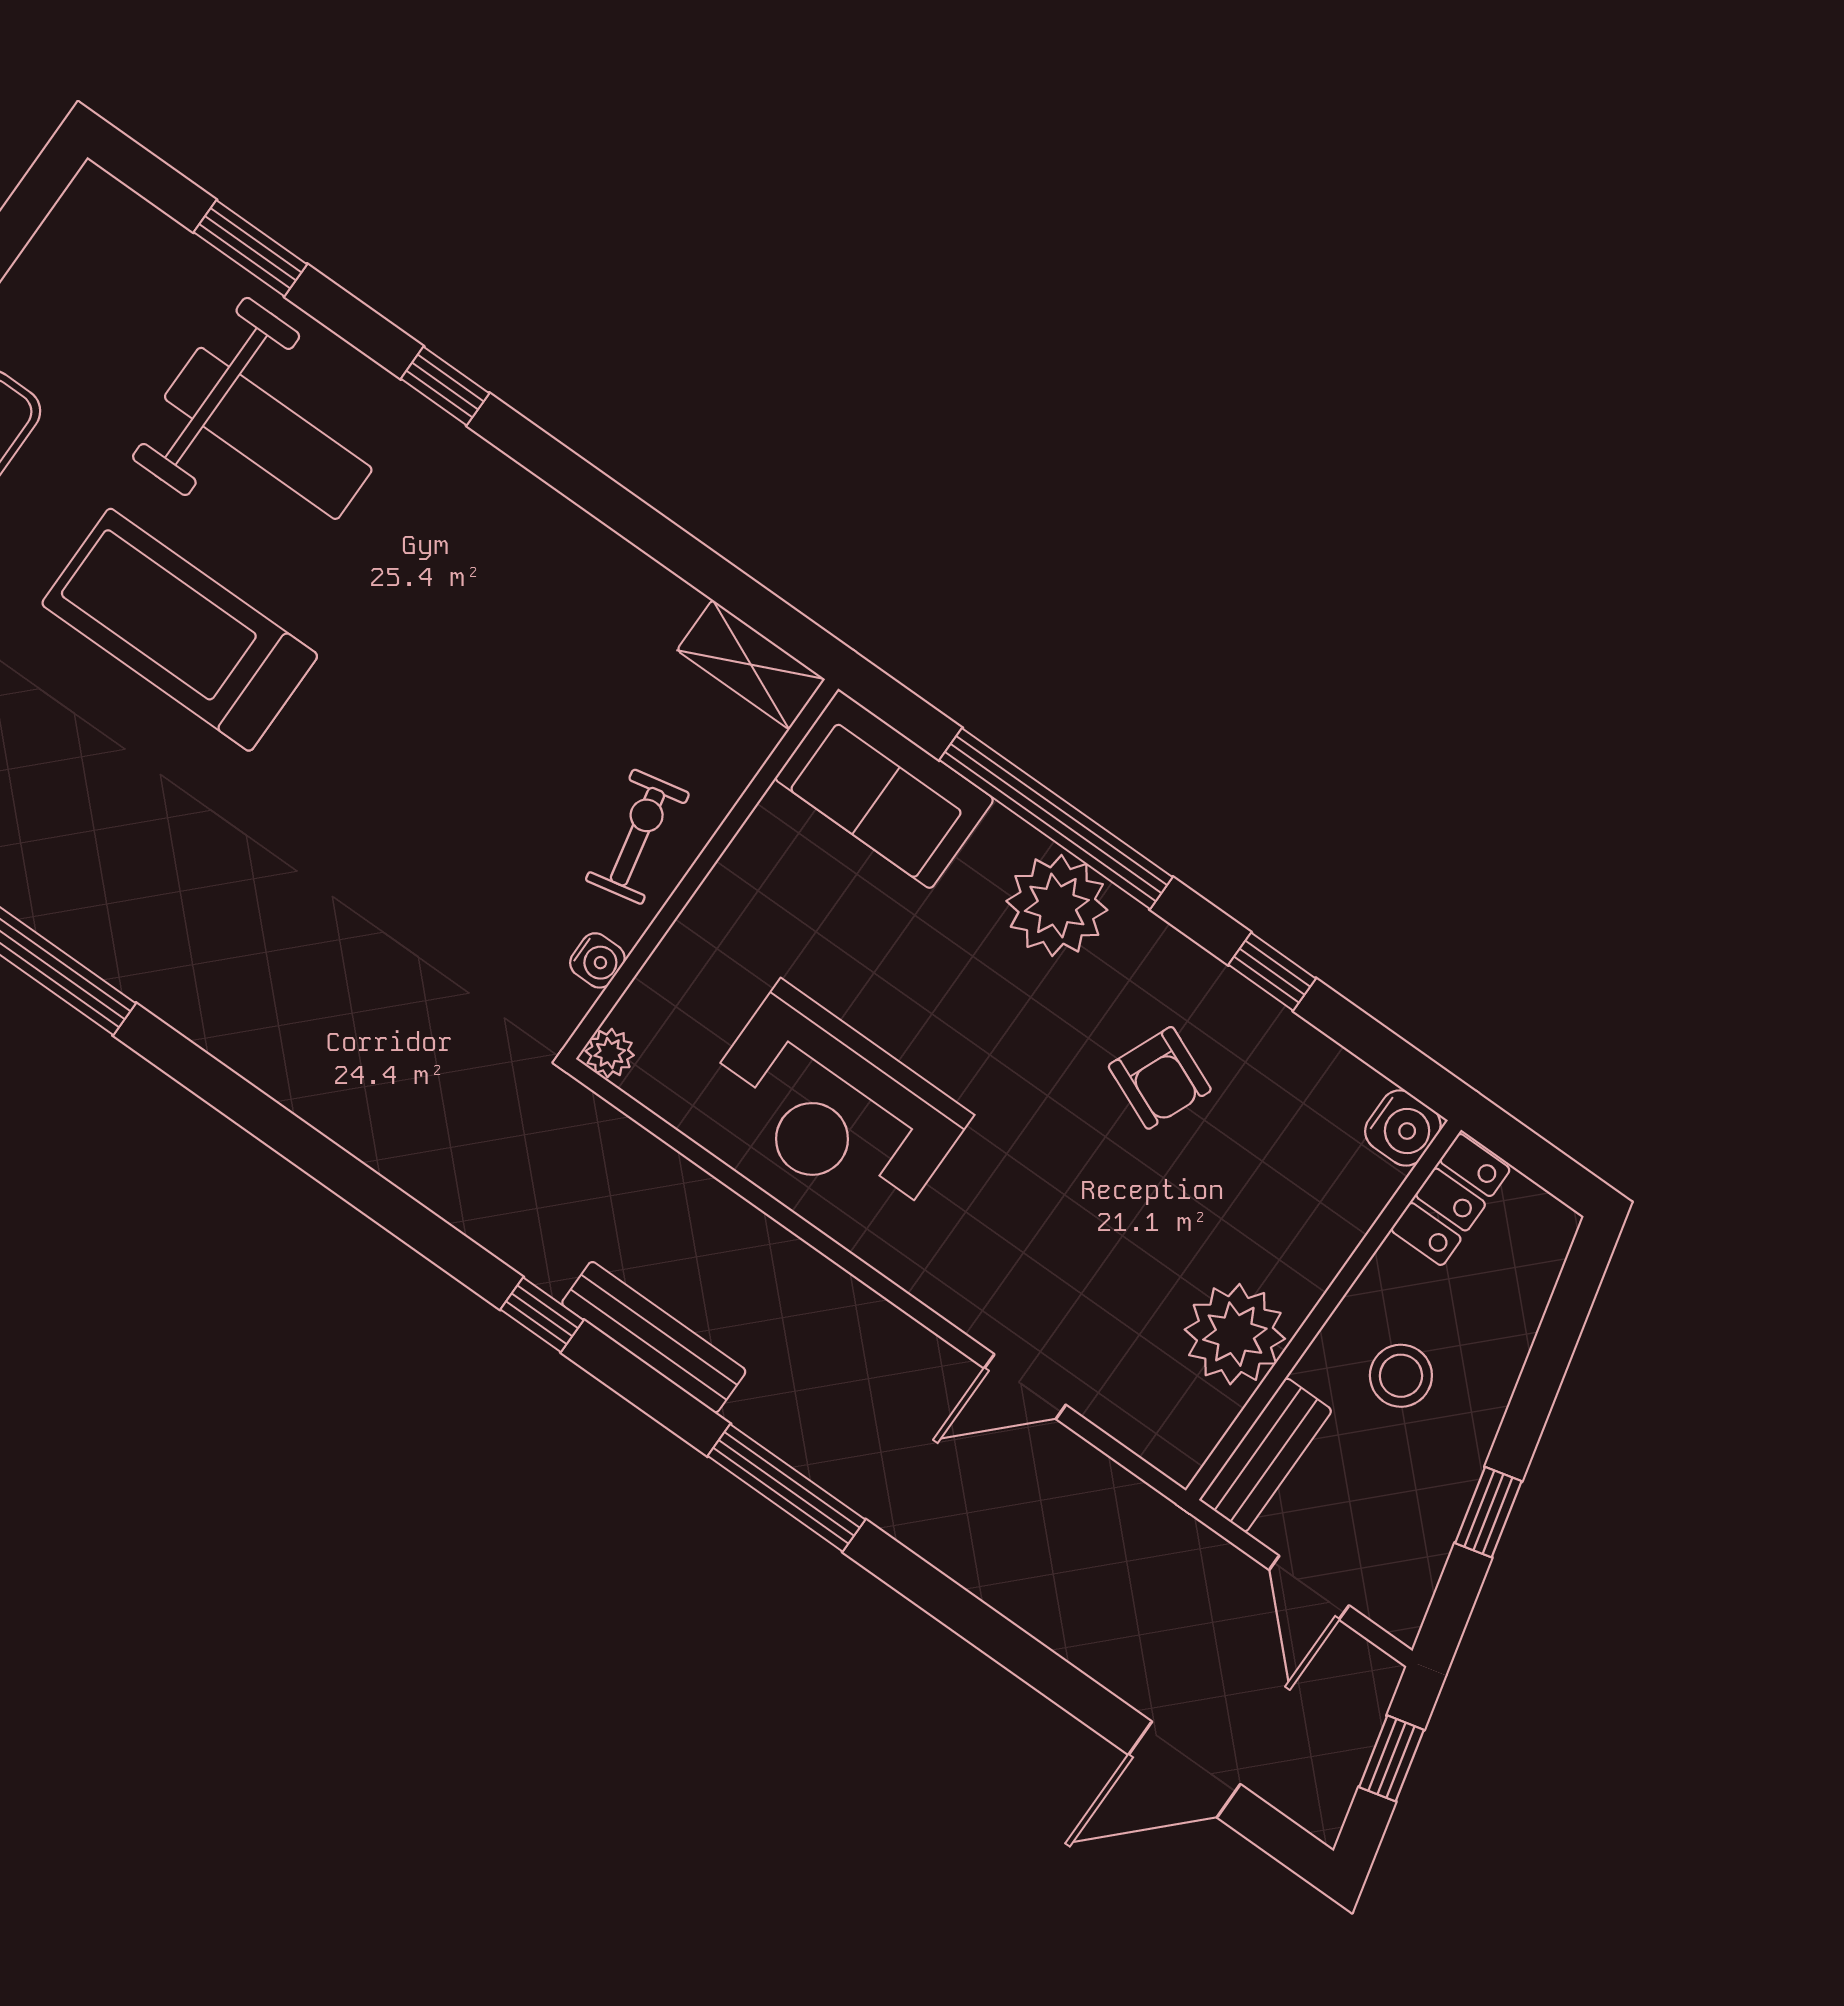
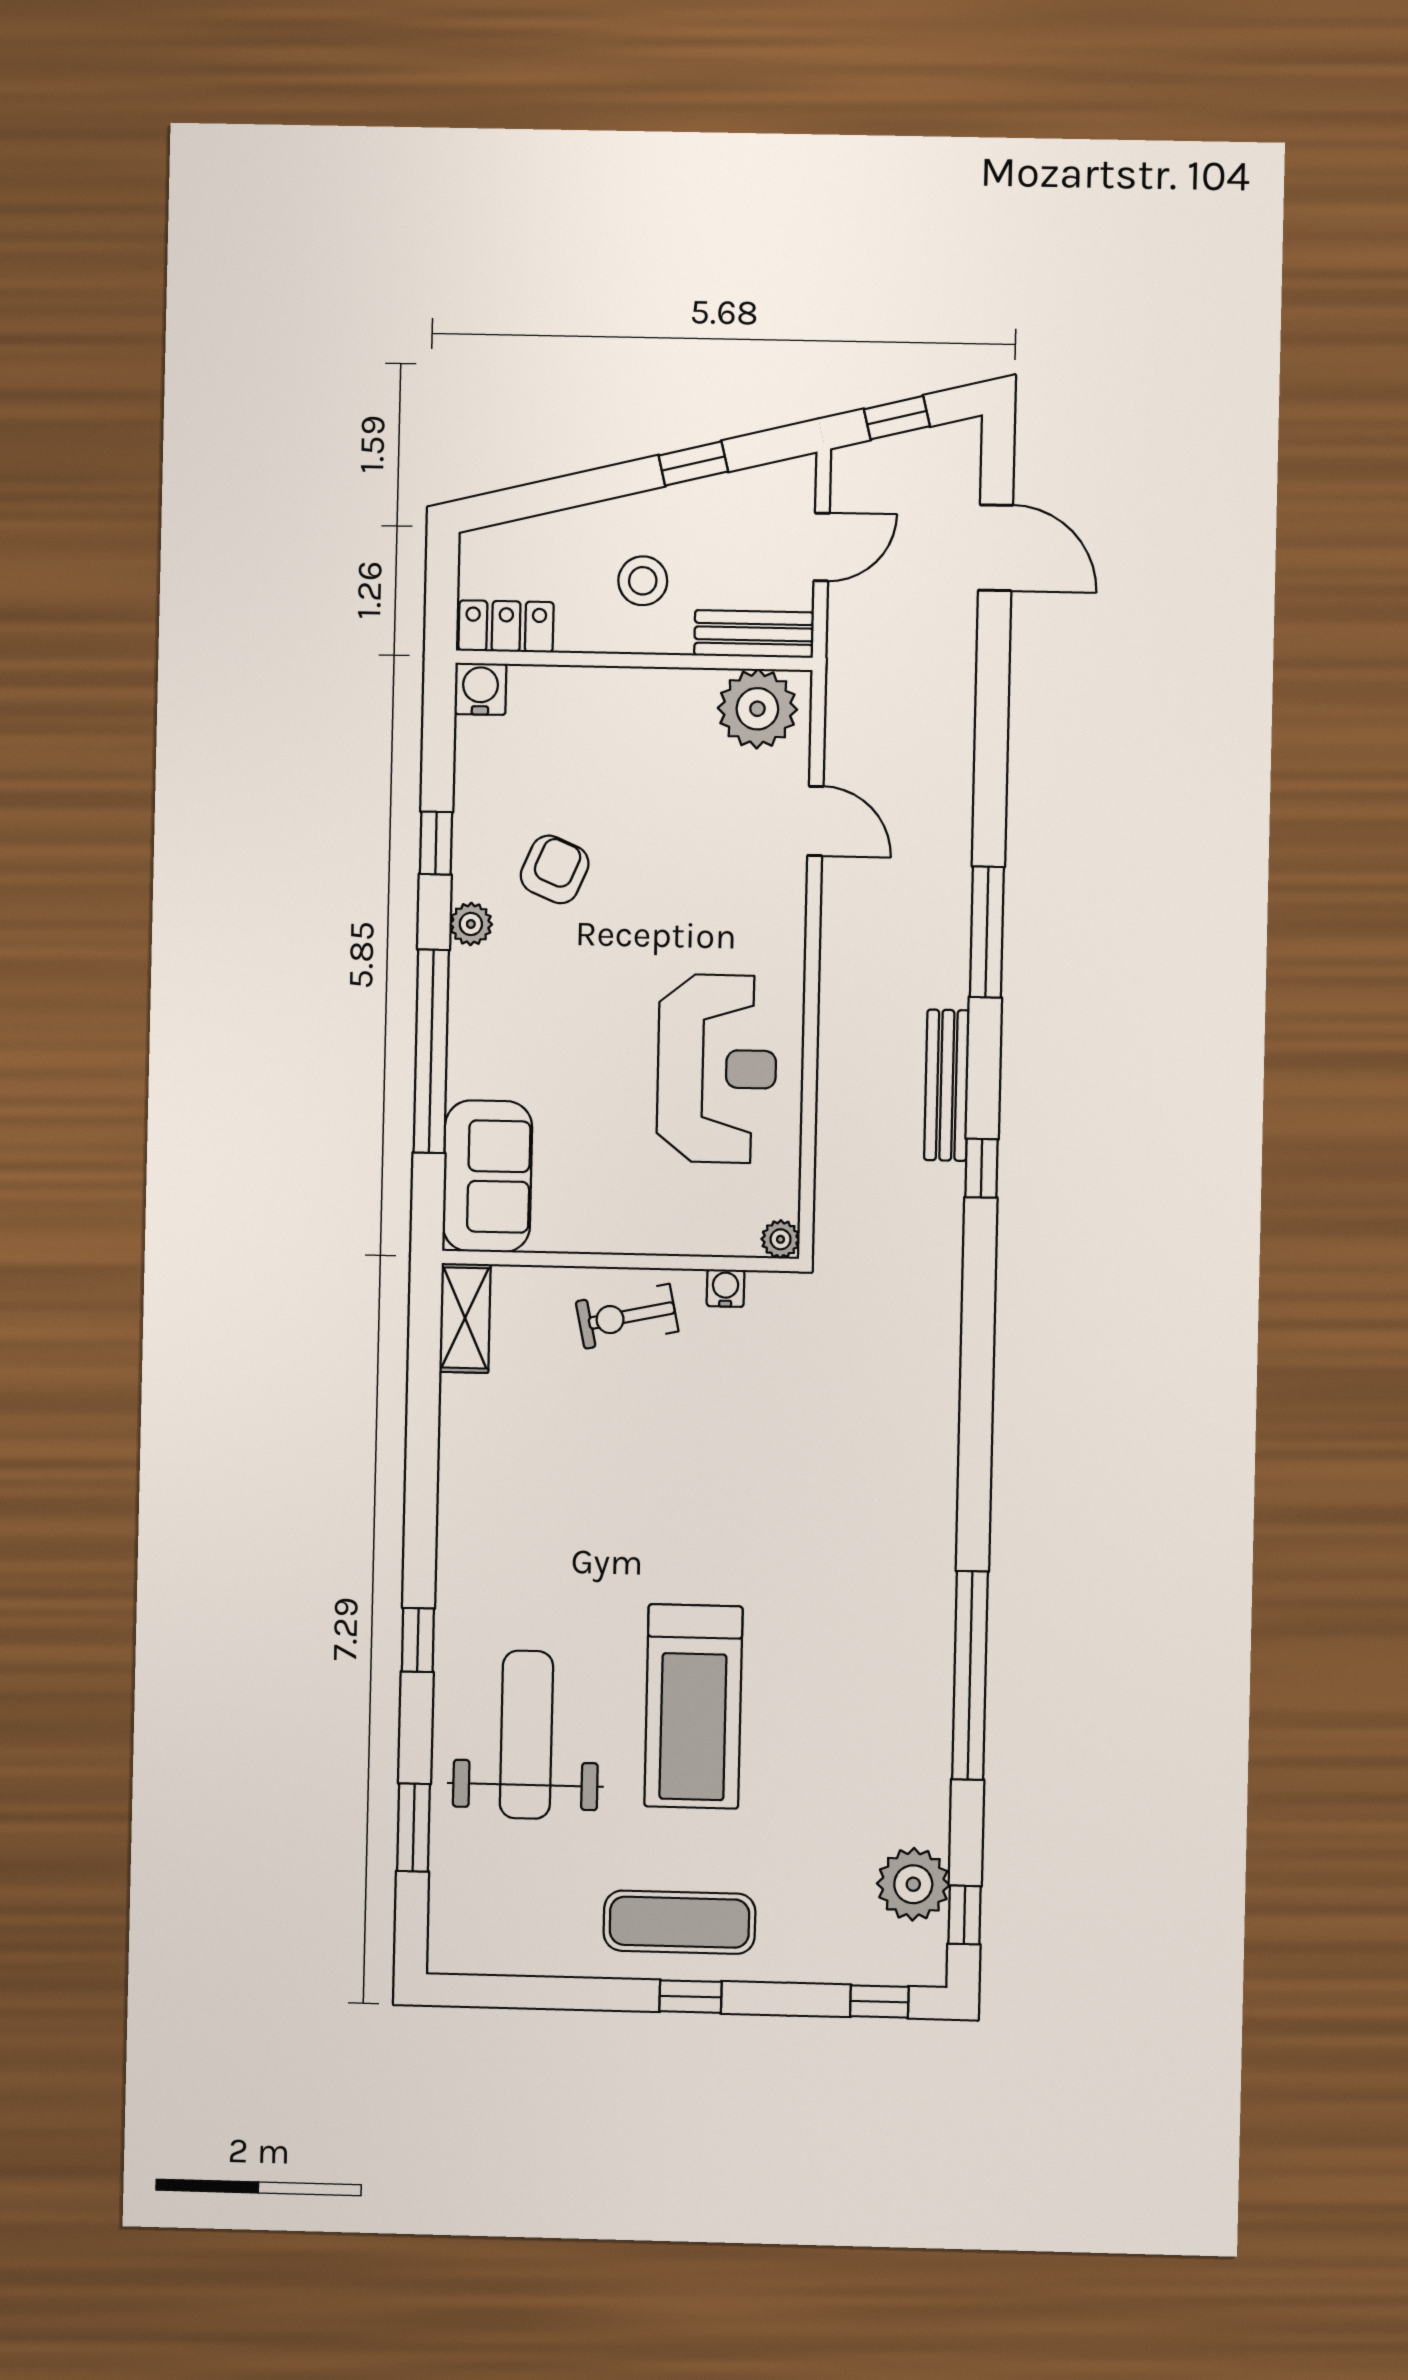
plant: (1057, 906) -> (471, 924), moved, width x0.53, depth x0.53
plant: (1235, 1334) -> (757, 709), moved

